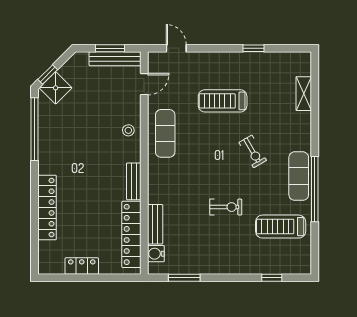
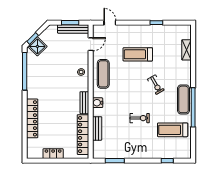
water cooler: (156, 254) -> (98, 103), moved

